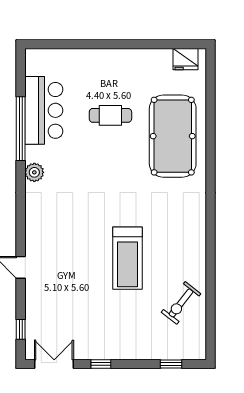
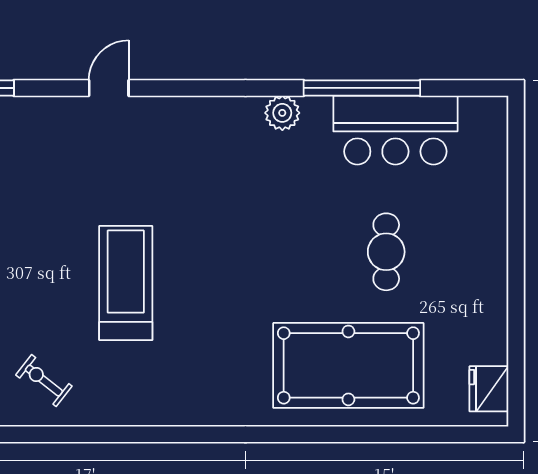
treadmill: (128, 258) -> (126, 283), turned 90
exercise bike: (181, 303) -> (44, 381), width x0.73, depth x0.72

